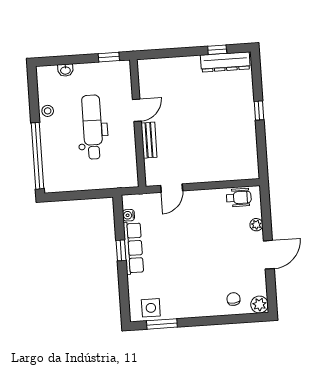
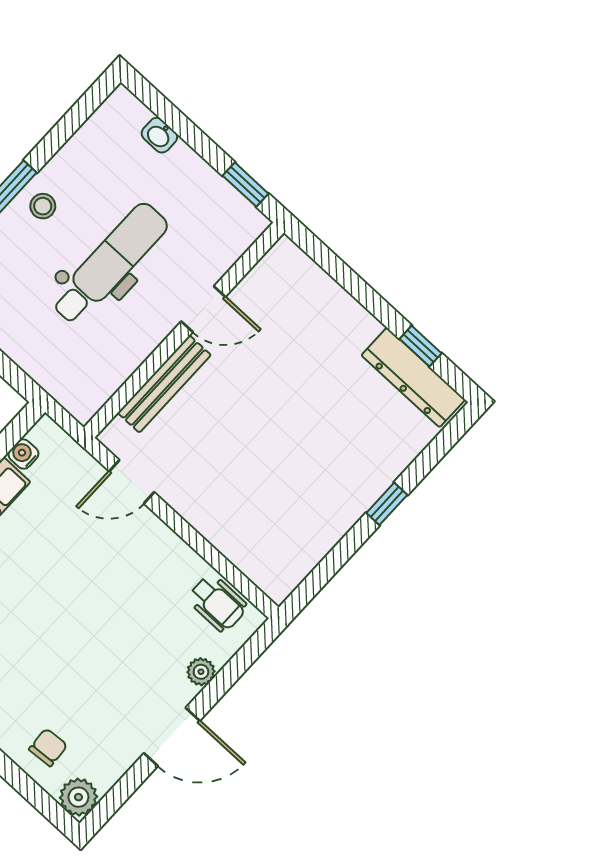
stool: (48, 111) -> (43, 206), moved
bench: (149, 140) -> (164, 384), width x1.36

